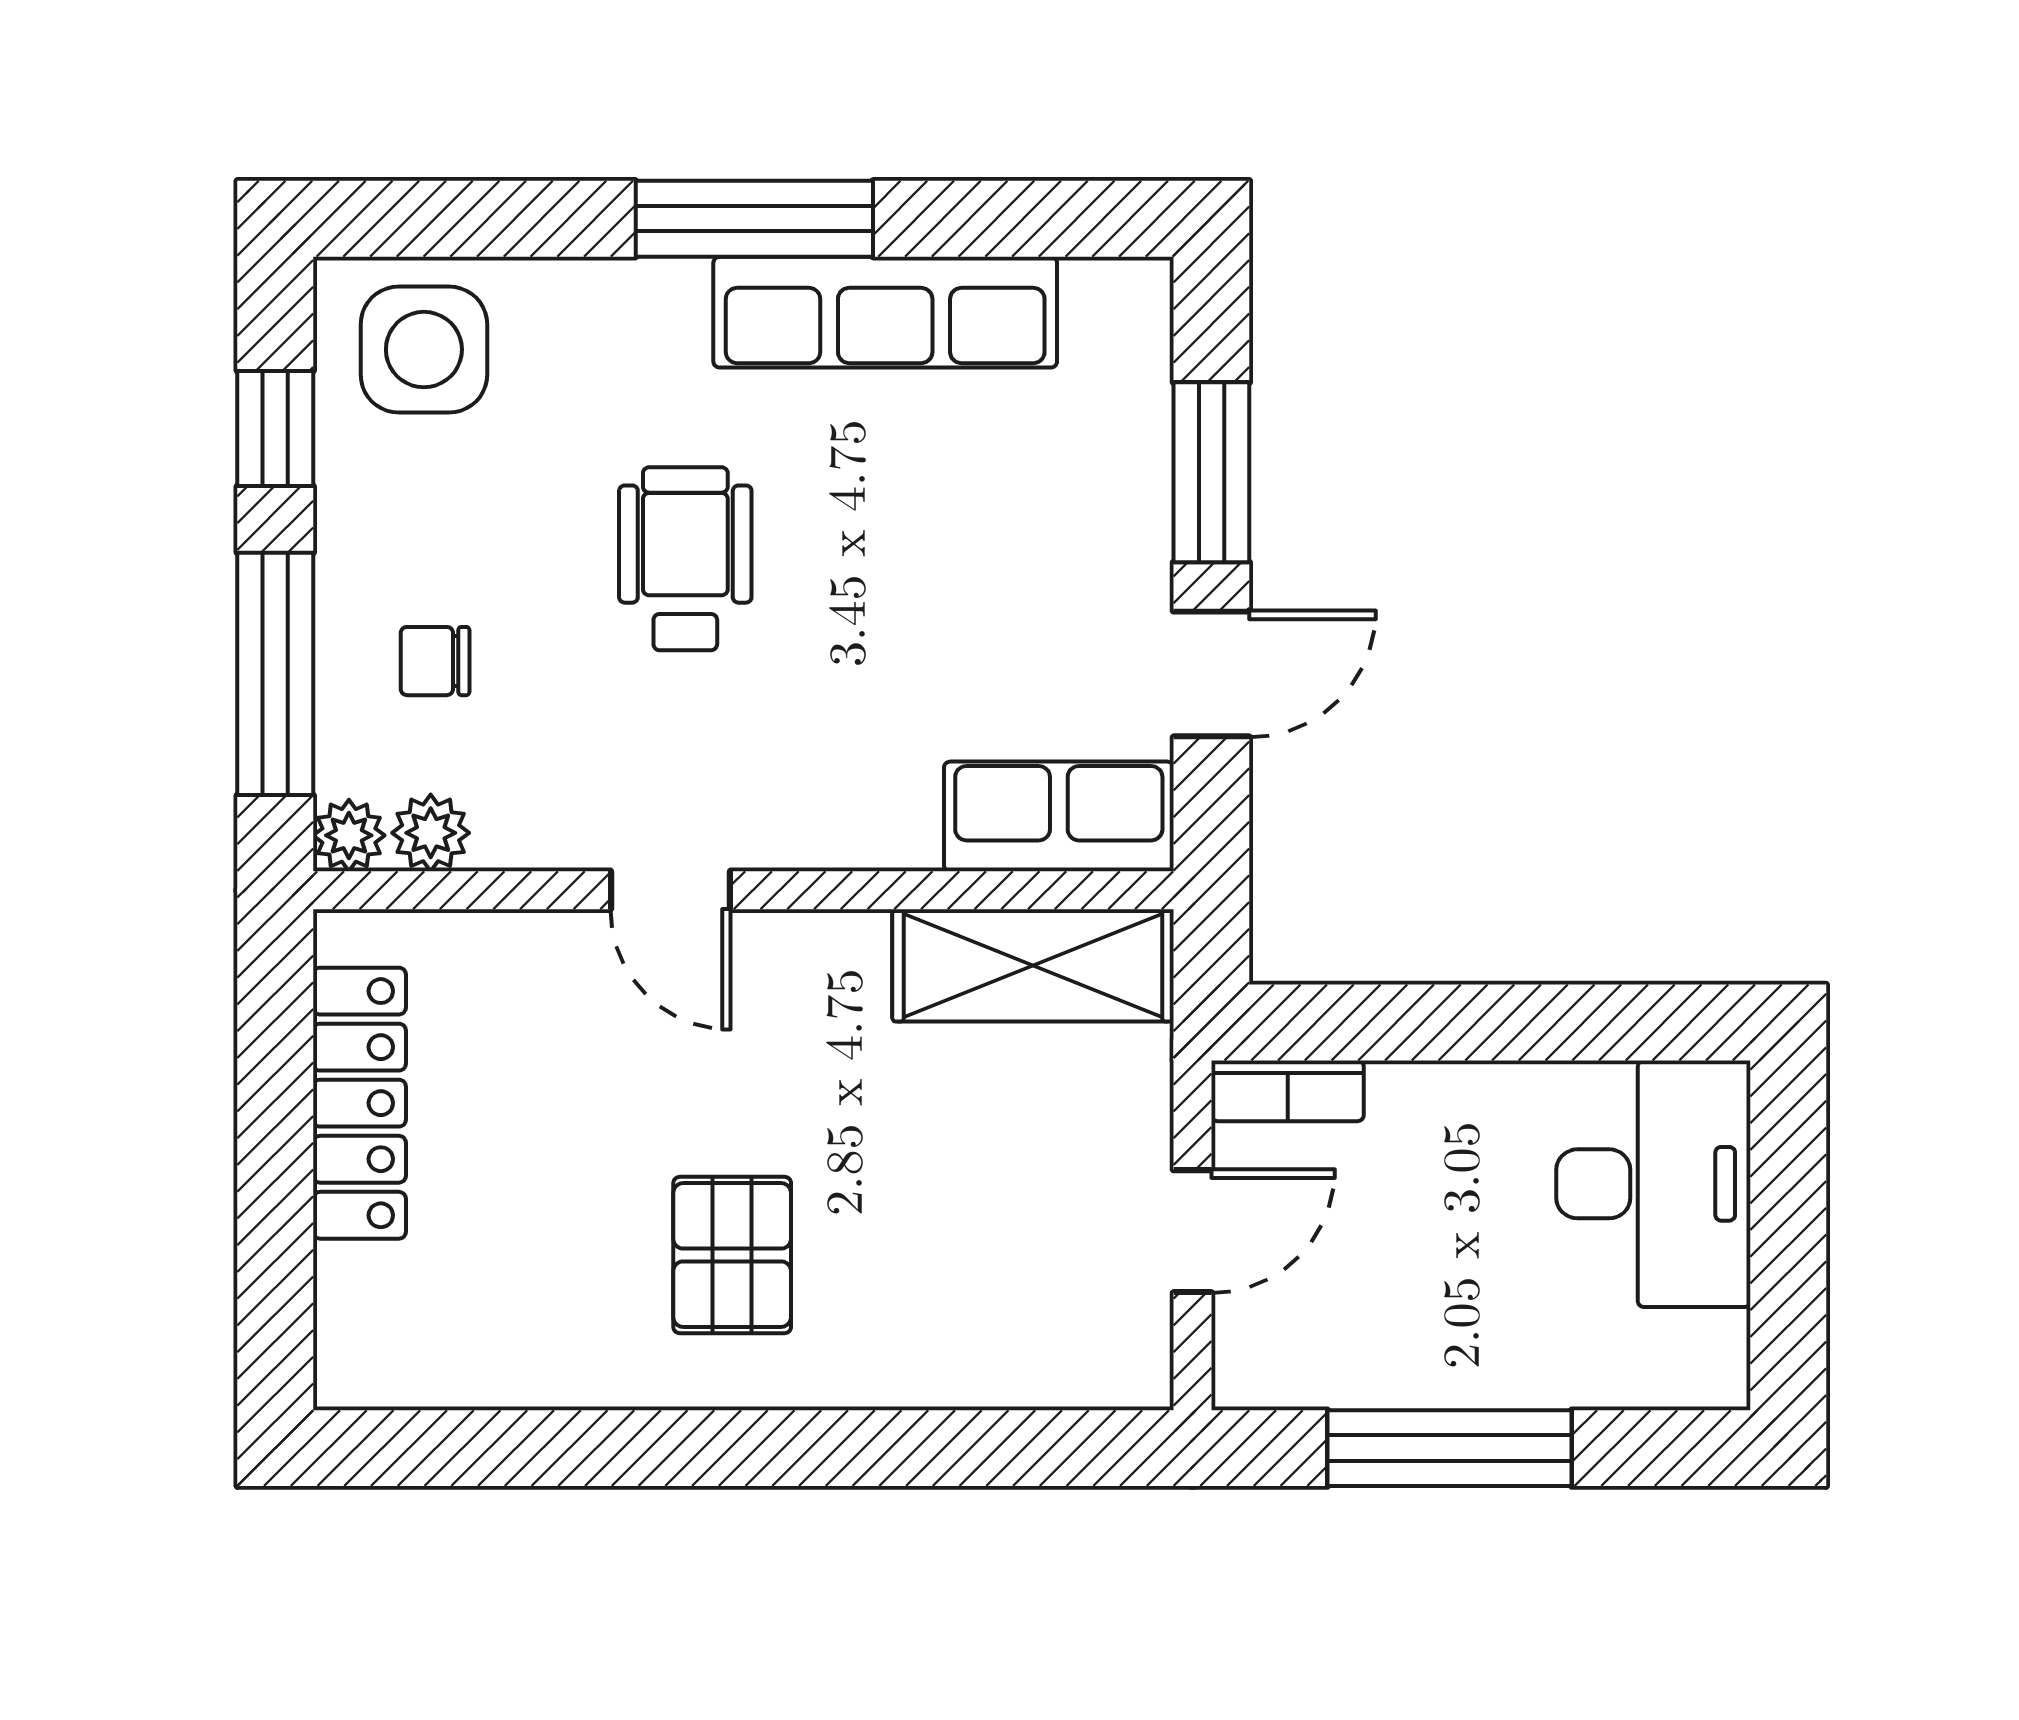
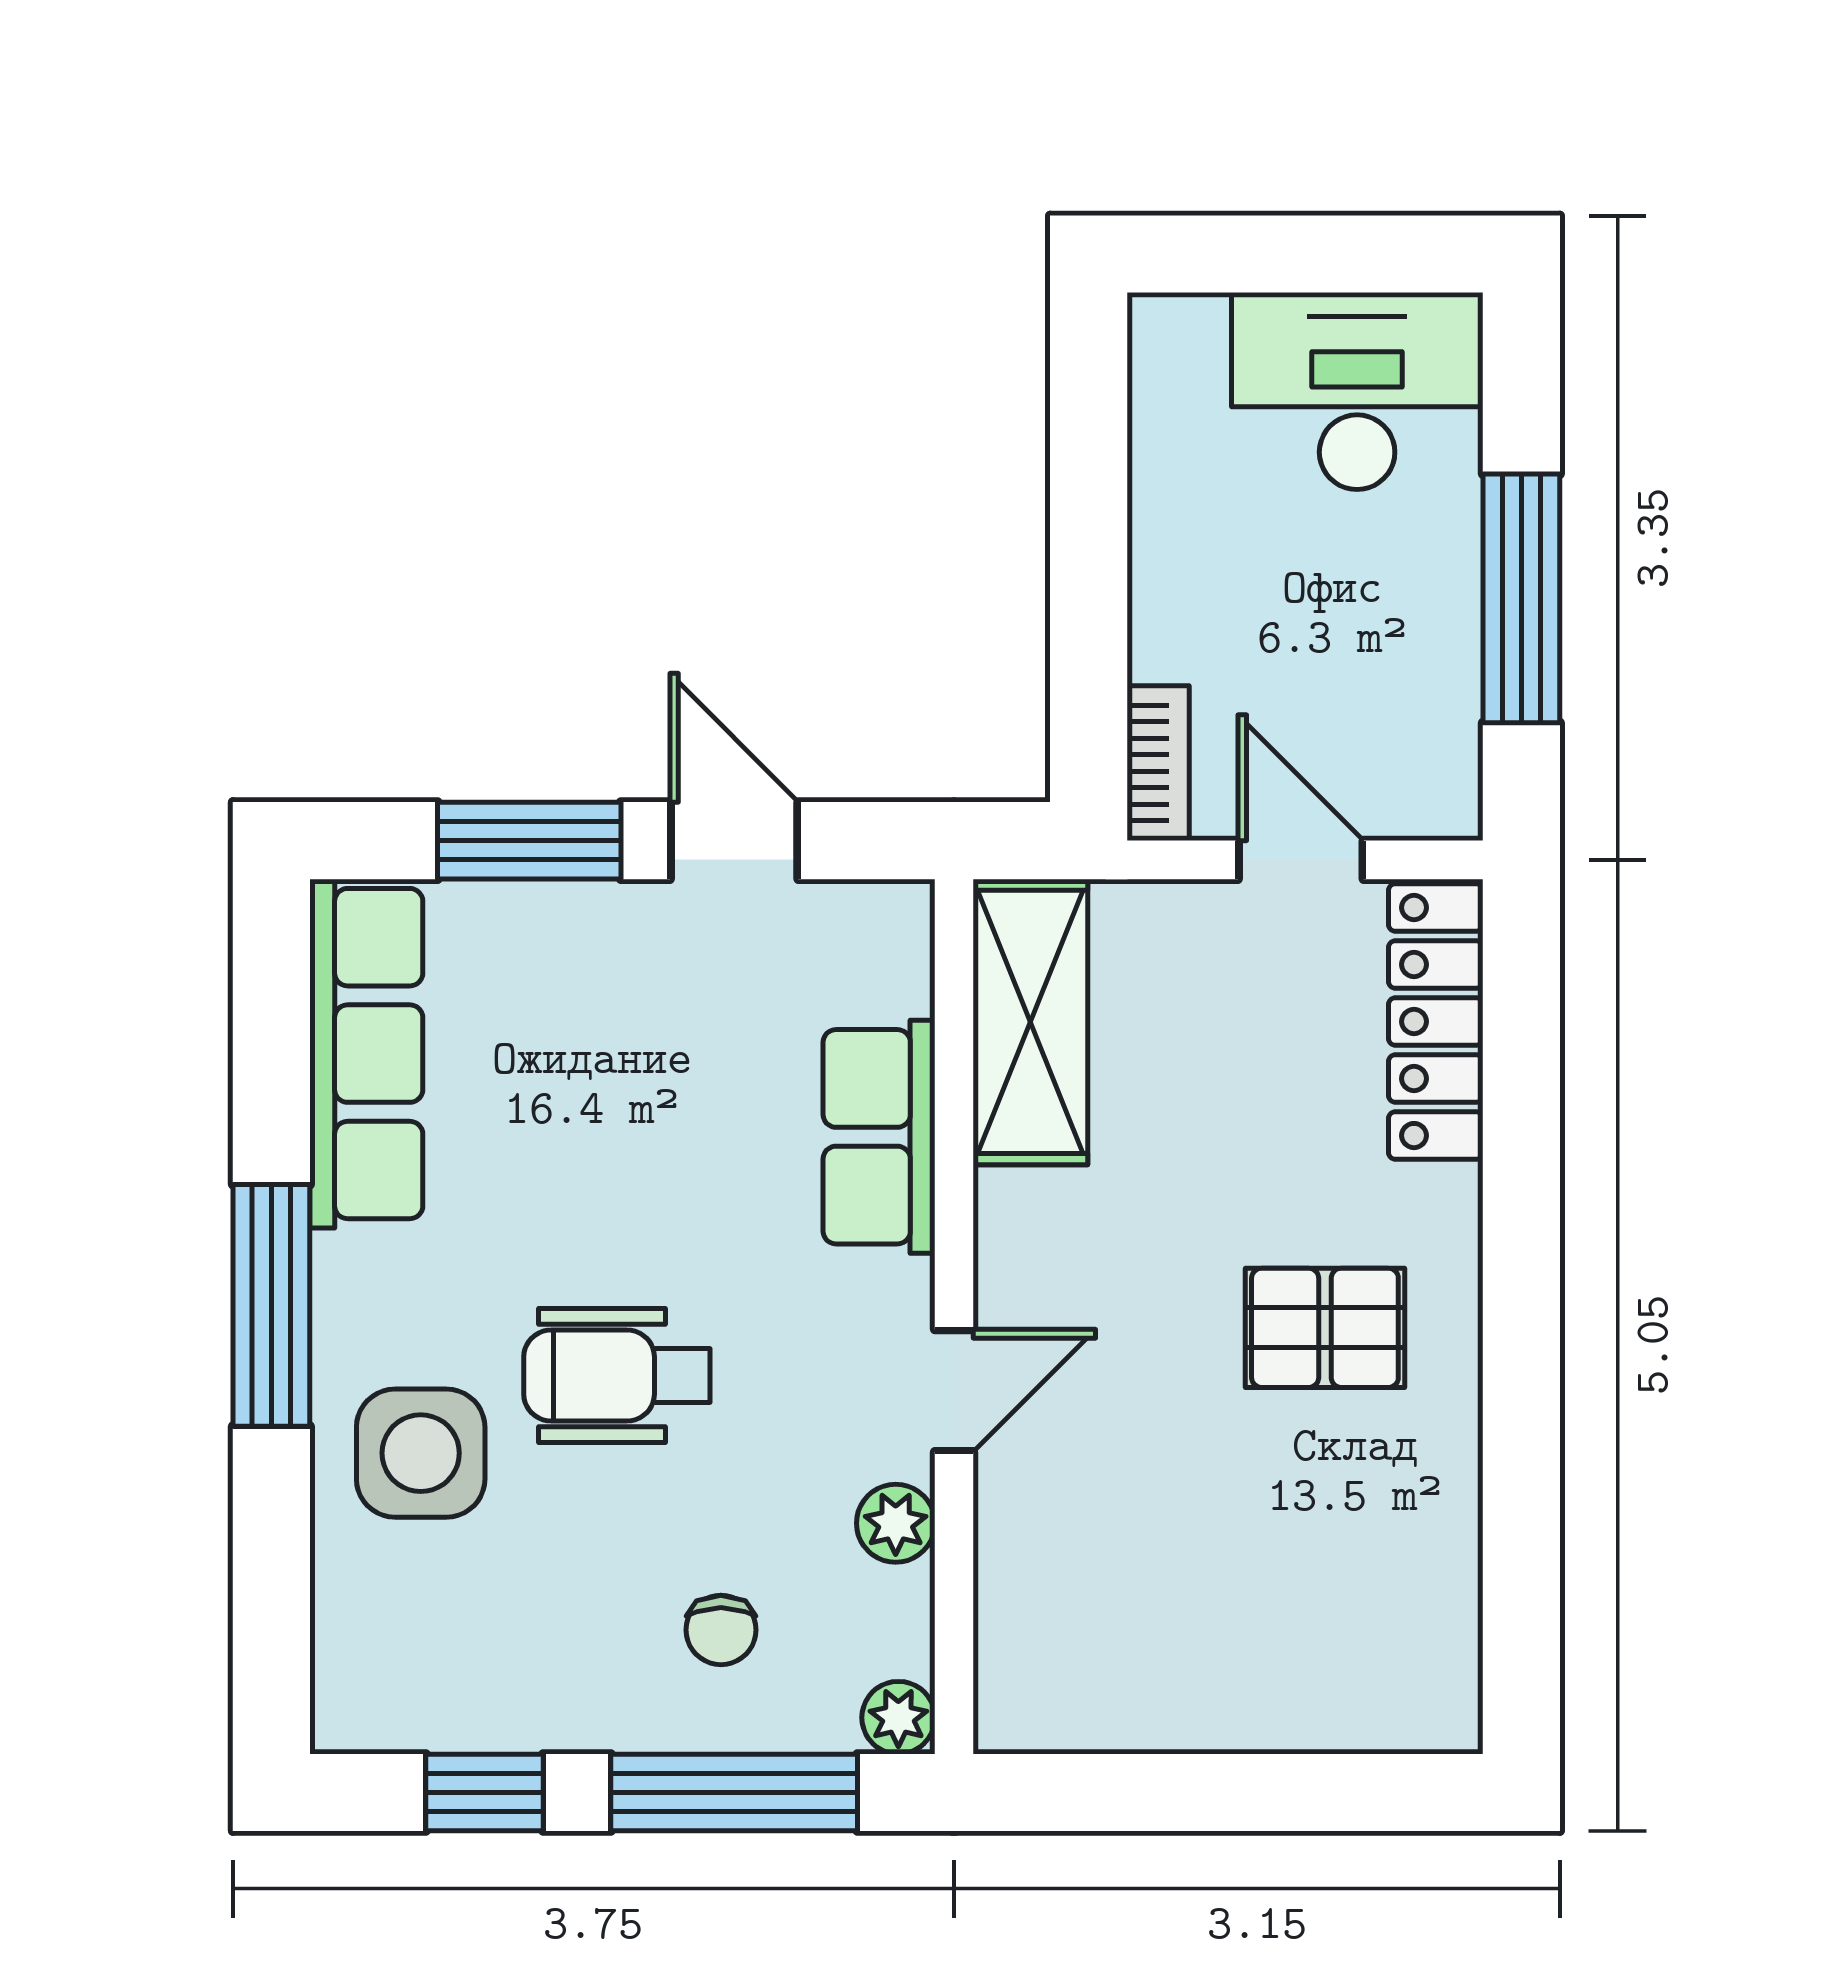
row of seats: (885, 312) -> (366, 1054), moved
side table: (424, 350) -> (421, 1453), moved
row of seats: (1059, 816) -> (879, 1137), moved
plant: (431, 833) -> (896, 1523), moved
locker: (359, 1103) -> (1436, 1022), moved, turned -90
desk: (1653, 1184) -> (1357, 391), moved

